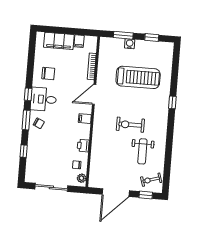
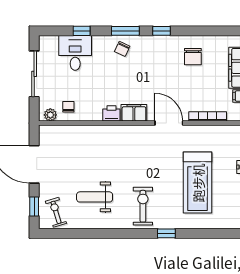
desk: (44, 99) -> (75, 53), moved
filing cabinet: (85, 119) -> (134, 113), width x2.00
exercise bike: (130, 125) -> (143, 206), moved
printer: (83, 146) -> (111, 113), moved

